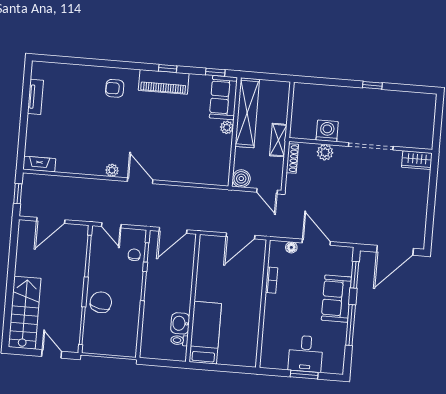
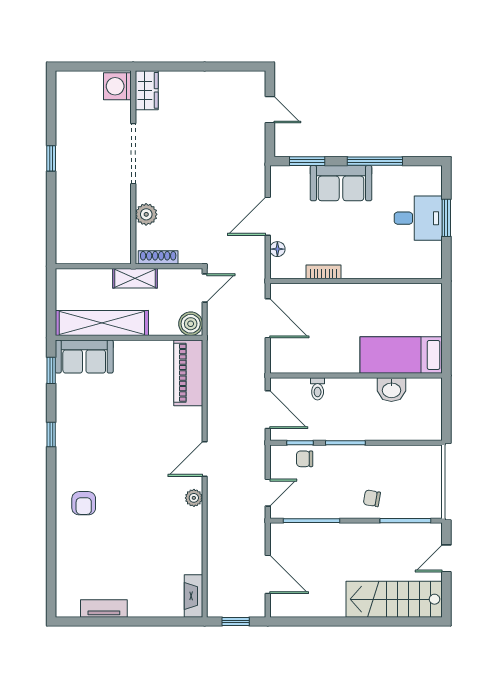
piano: (164, 82) -> (188, 373), moved, turned 180
plant: (227, 127) -> (124, 349), removed
washing machine: (327, 131) -> (117, 86), moved
door: (395, 250) -> (270, 110), width x0.53
chair: (101, 302) -> (372, 498), width x0.54, depth x0.54
toilet: (179, 340) -> (318, 389), moved

